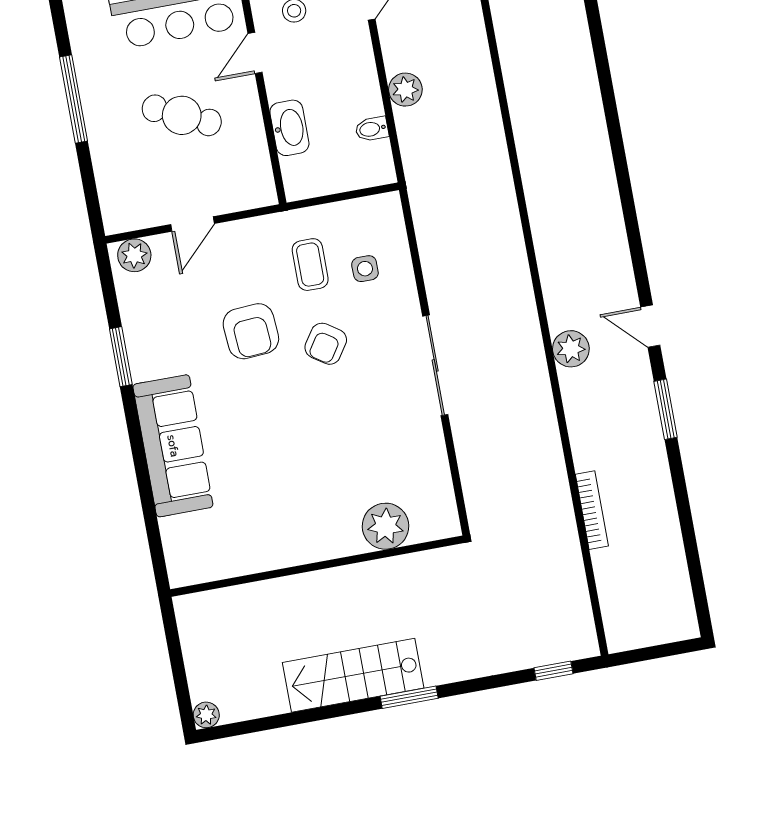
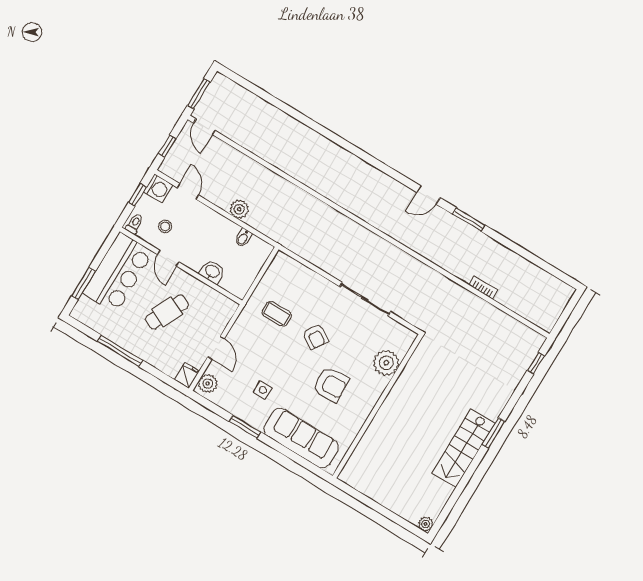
washbasin: (289, 128) -> (212, 272), width x0.72
fridge: (121, 217) -> (187, 375), added
side table: (365, 269) -> (263, 390), moved
armchair: (251, 331) -> (330, 385), moved
plant: (571, 349) -> (408, 237), removed
bookcase: (592, 510) -> (483, 288), width x0.64
plant: (386, 526) -> (386, 363), moved
wall: (317, 566) -> (377, 406), moved

